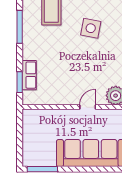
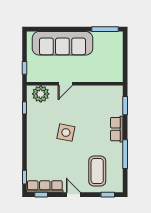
side table: (91, 28) -> (66, 133), moved
row of seats: (29, 75) -> (117, 129), moved

